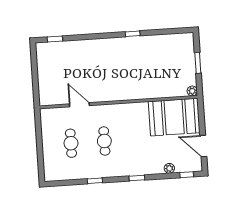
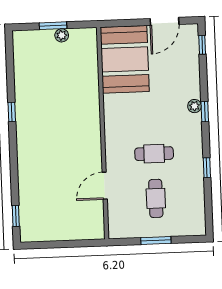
plant: (192, 91) -> (62, 35), moved
cafe table: (71, 143) -> (156, 198), turned 90
window: (39, 144) -> (156, 240), added
plant: (169, 168) -> (195, 106), moved

